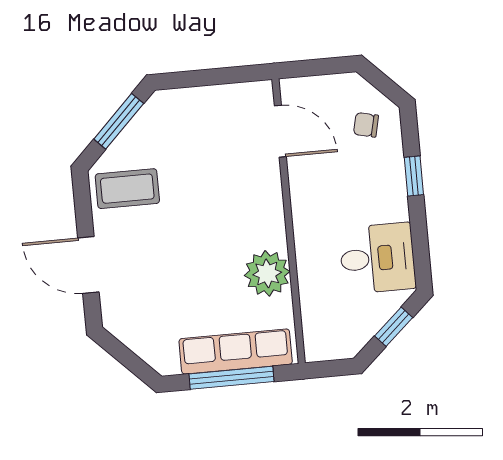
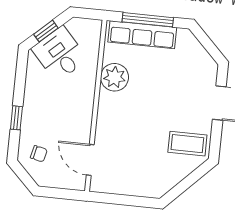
window: (119, 121) -> (185, 184), removed
desk: (377, 258) -> (60, 54), moved, turned 48

